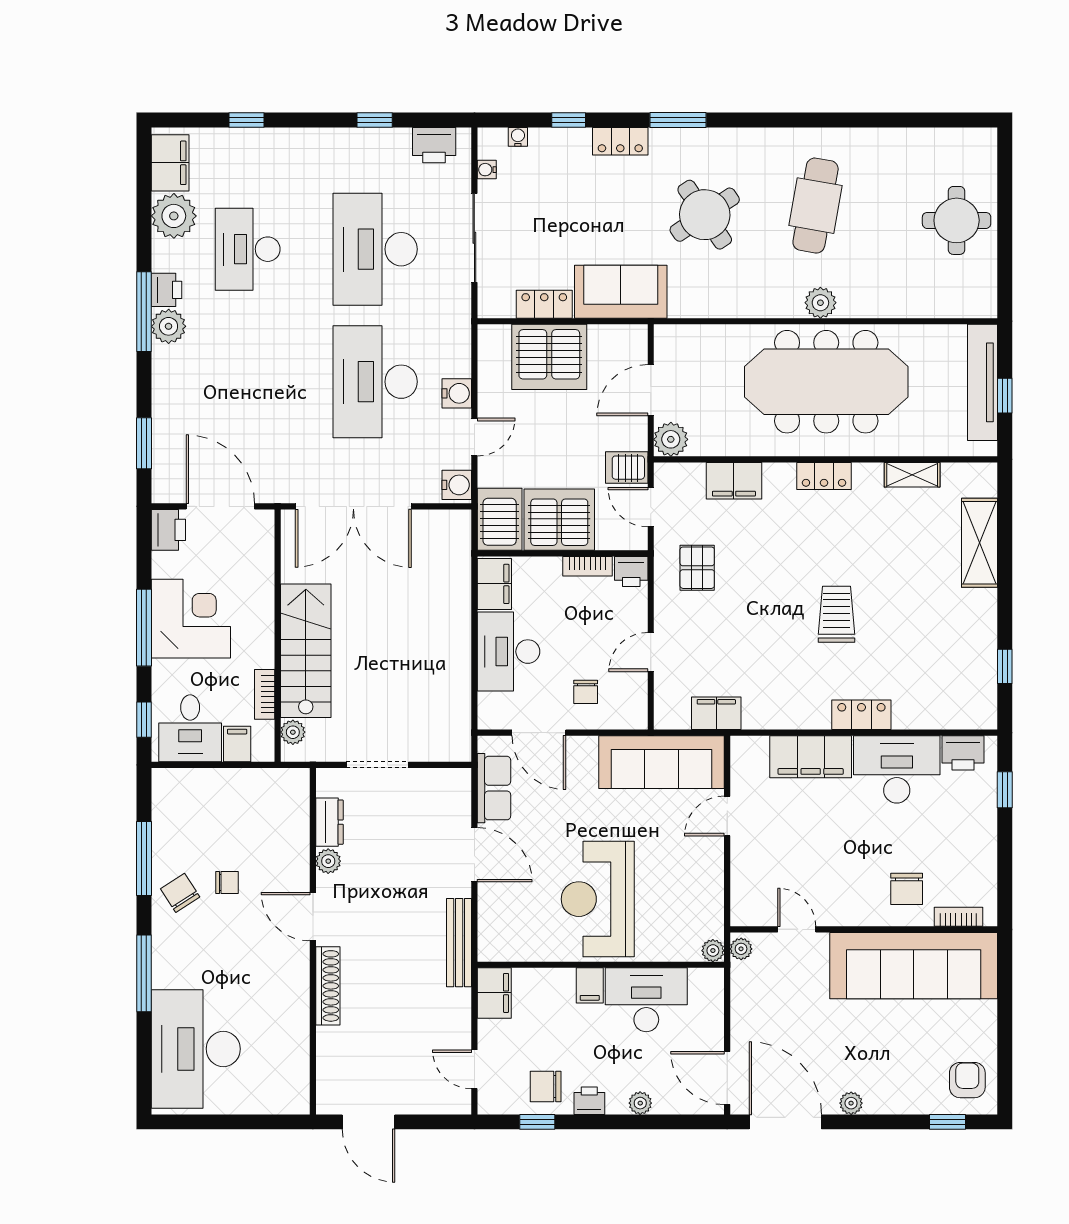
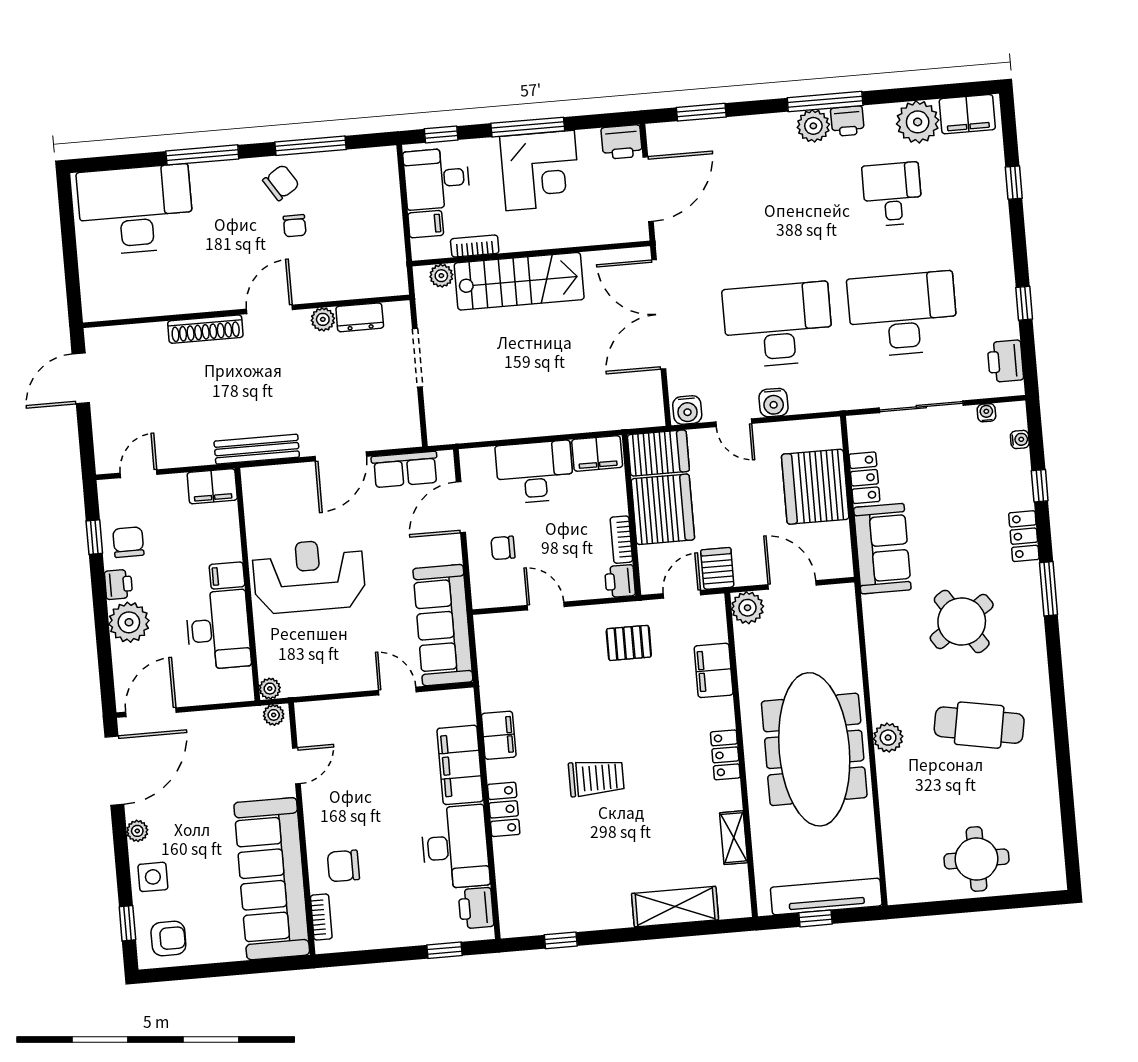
desk: (248, 249) -> (892, 194), width x0.73
filing cabinet: (716, 713) -> (499, 735), moved
side table: (901, 1091) -> (153, 877), added
plant: (640, 1103) -> (129, 622), width x1.87, depth x1.87

